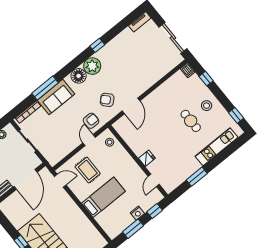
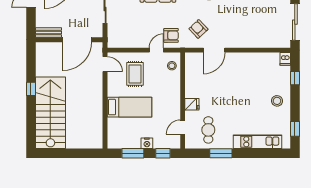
cafe table: (191, 121) -> (208, 130), moved

